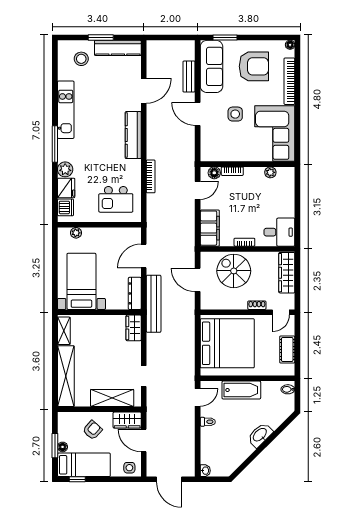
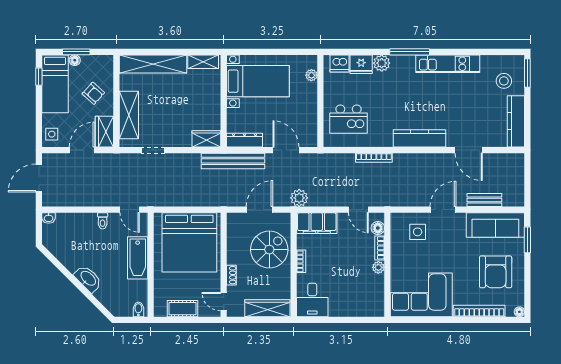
window: (101, 37) -> (527, 73), moved
side table: (235, 114) -> (418, 232), moved
plant: (270, 172) -> (378, 267), moved
kitchen island: (116, 199) -> (349, 119), turned -90
plant: (187, 244) -> (299, 198), added

